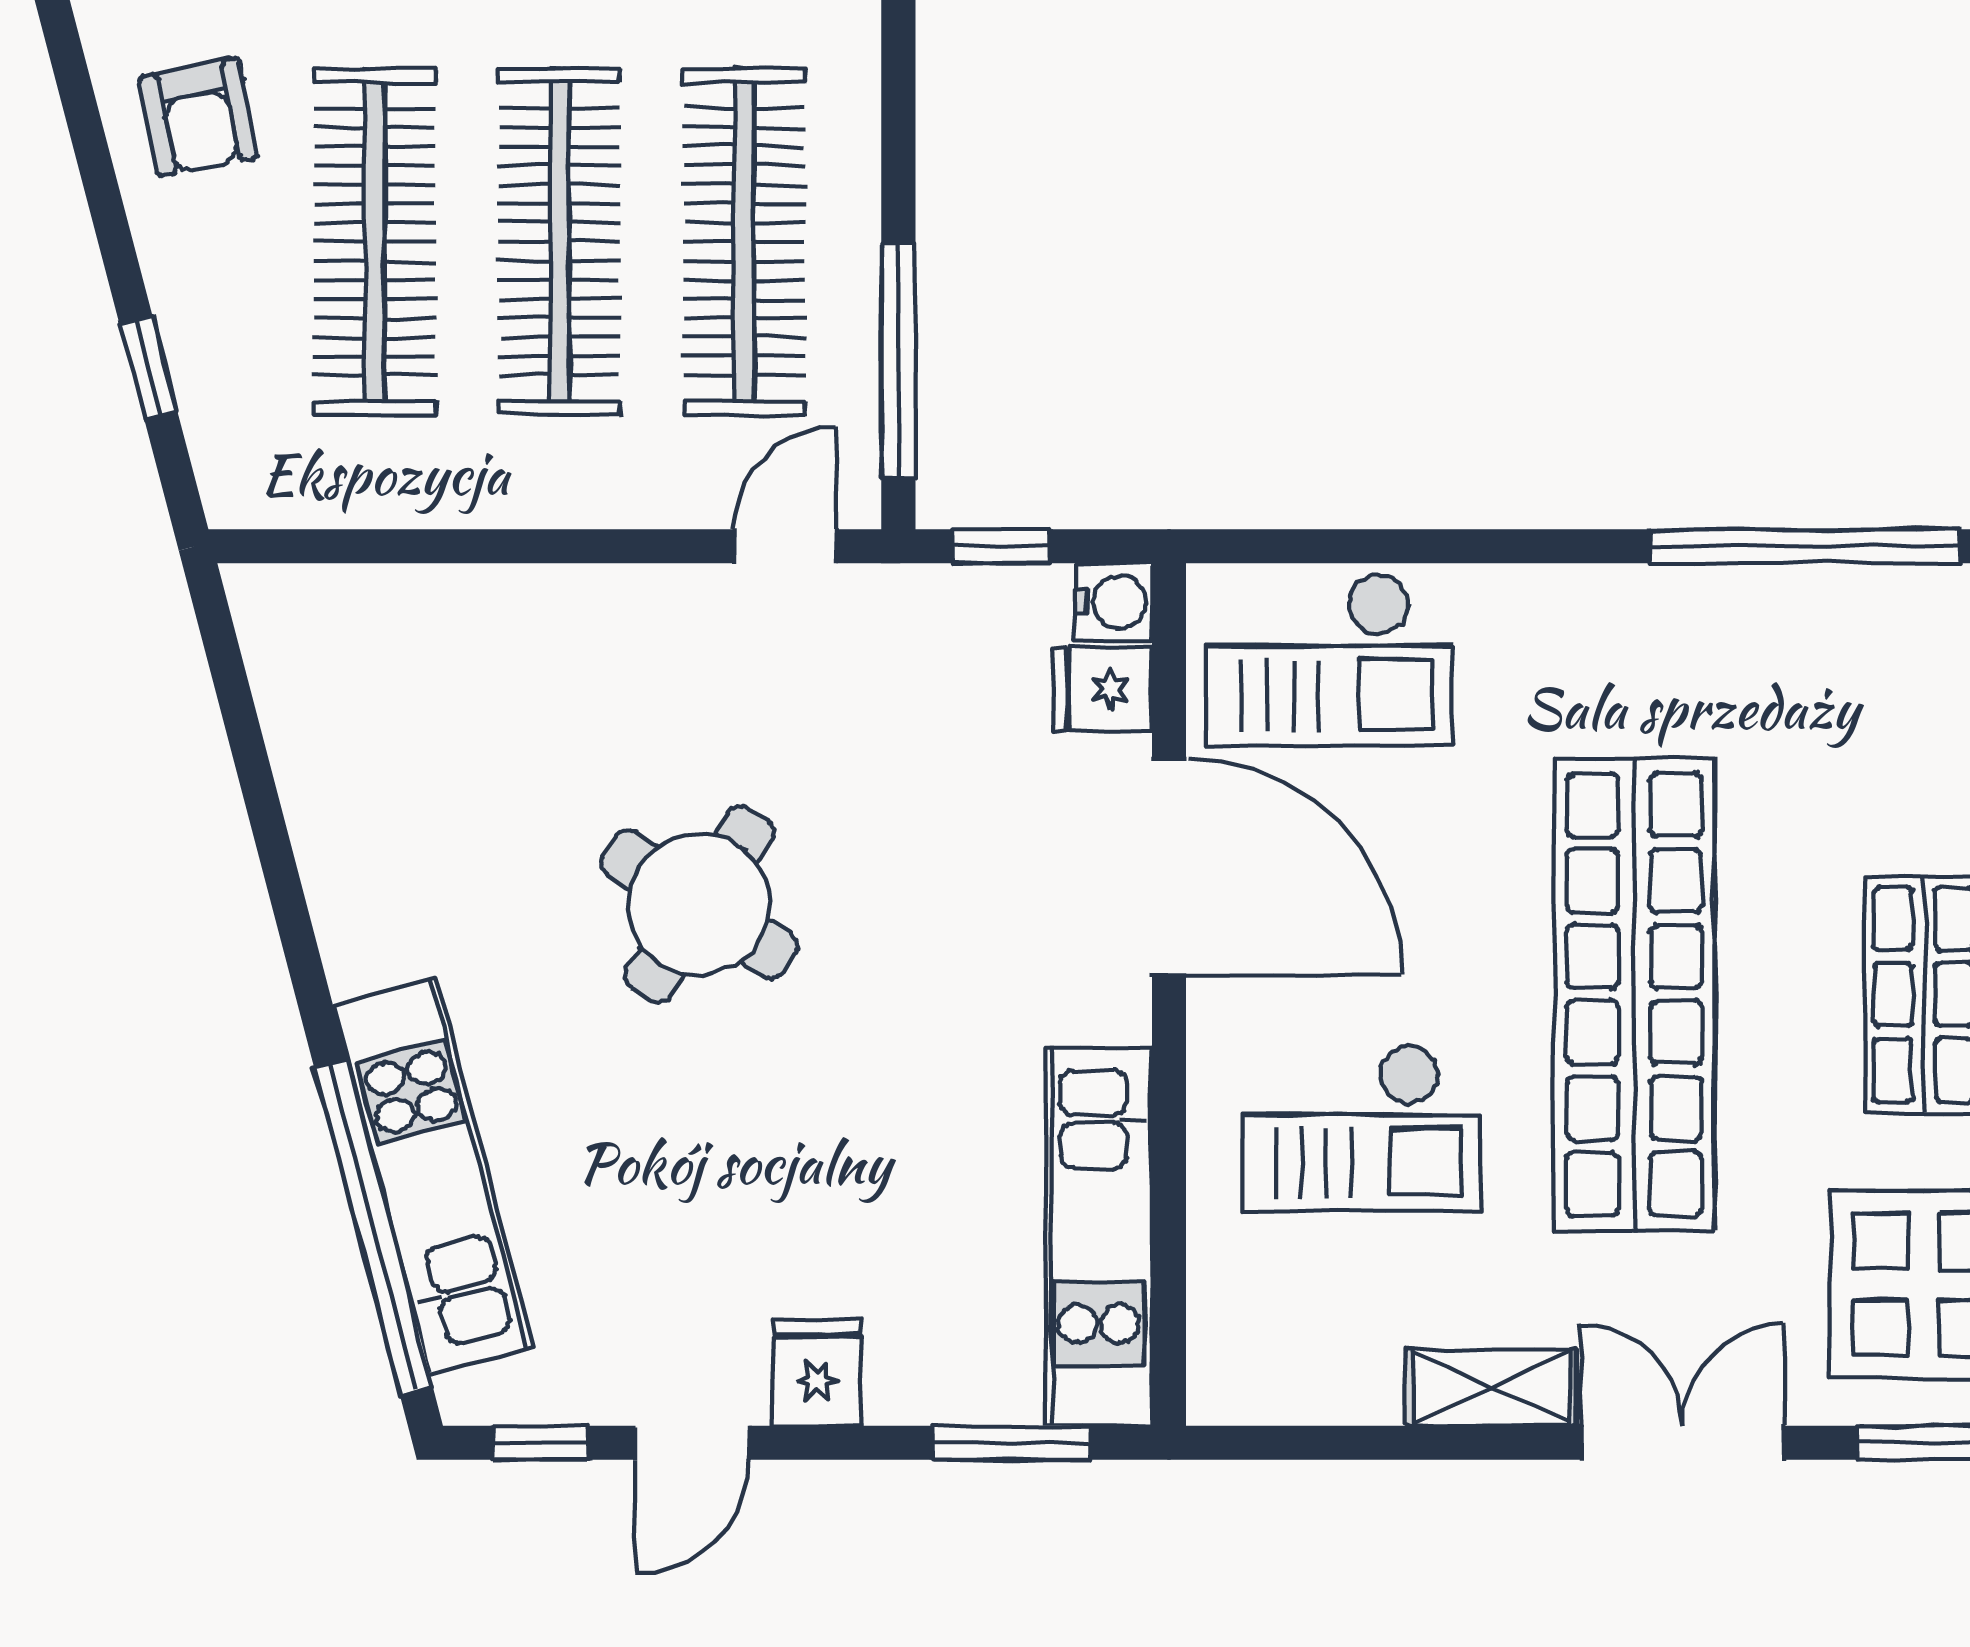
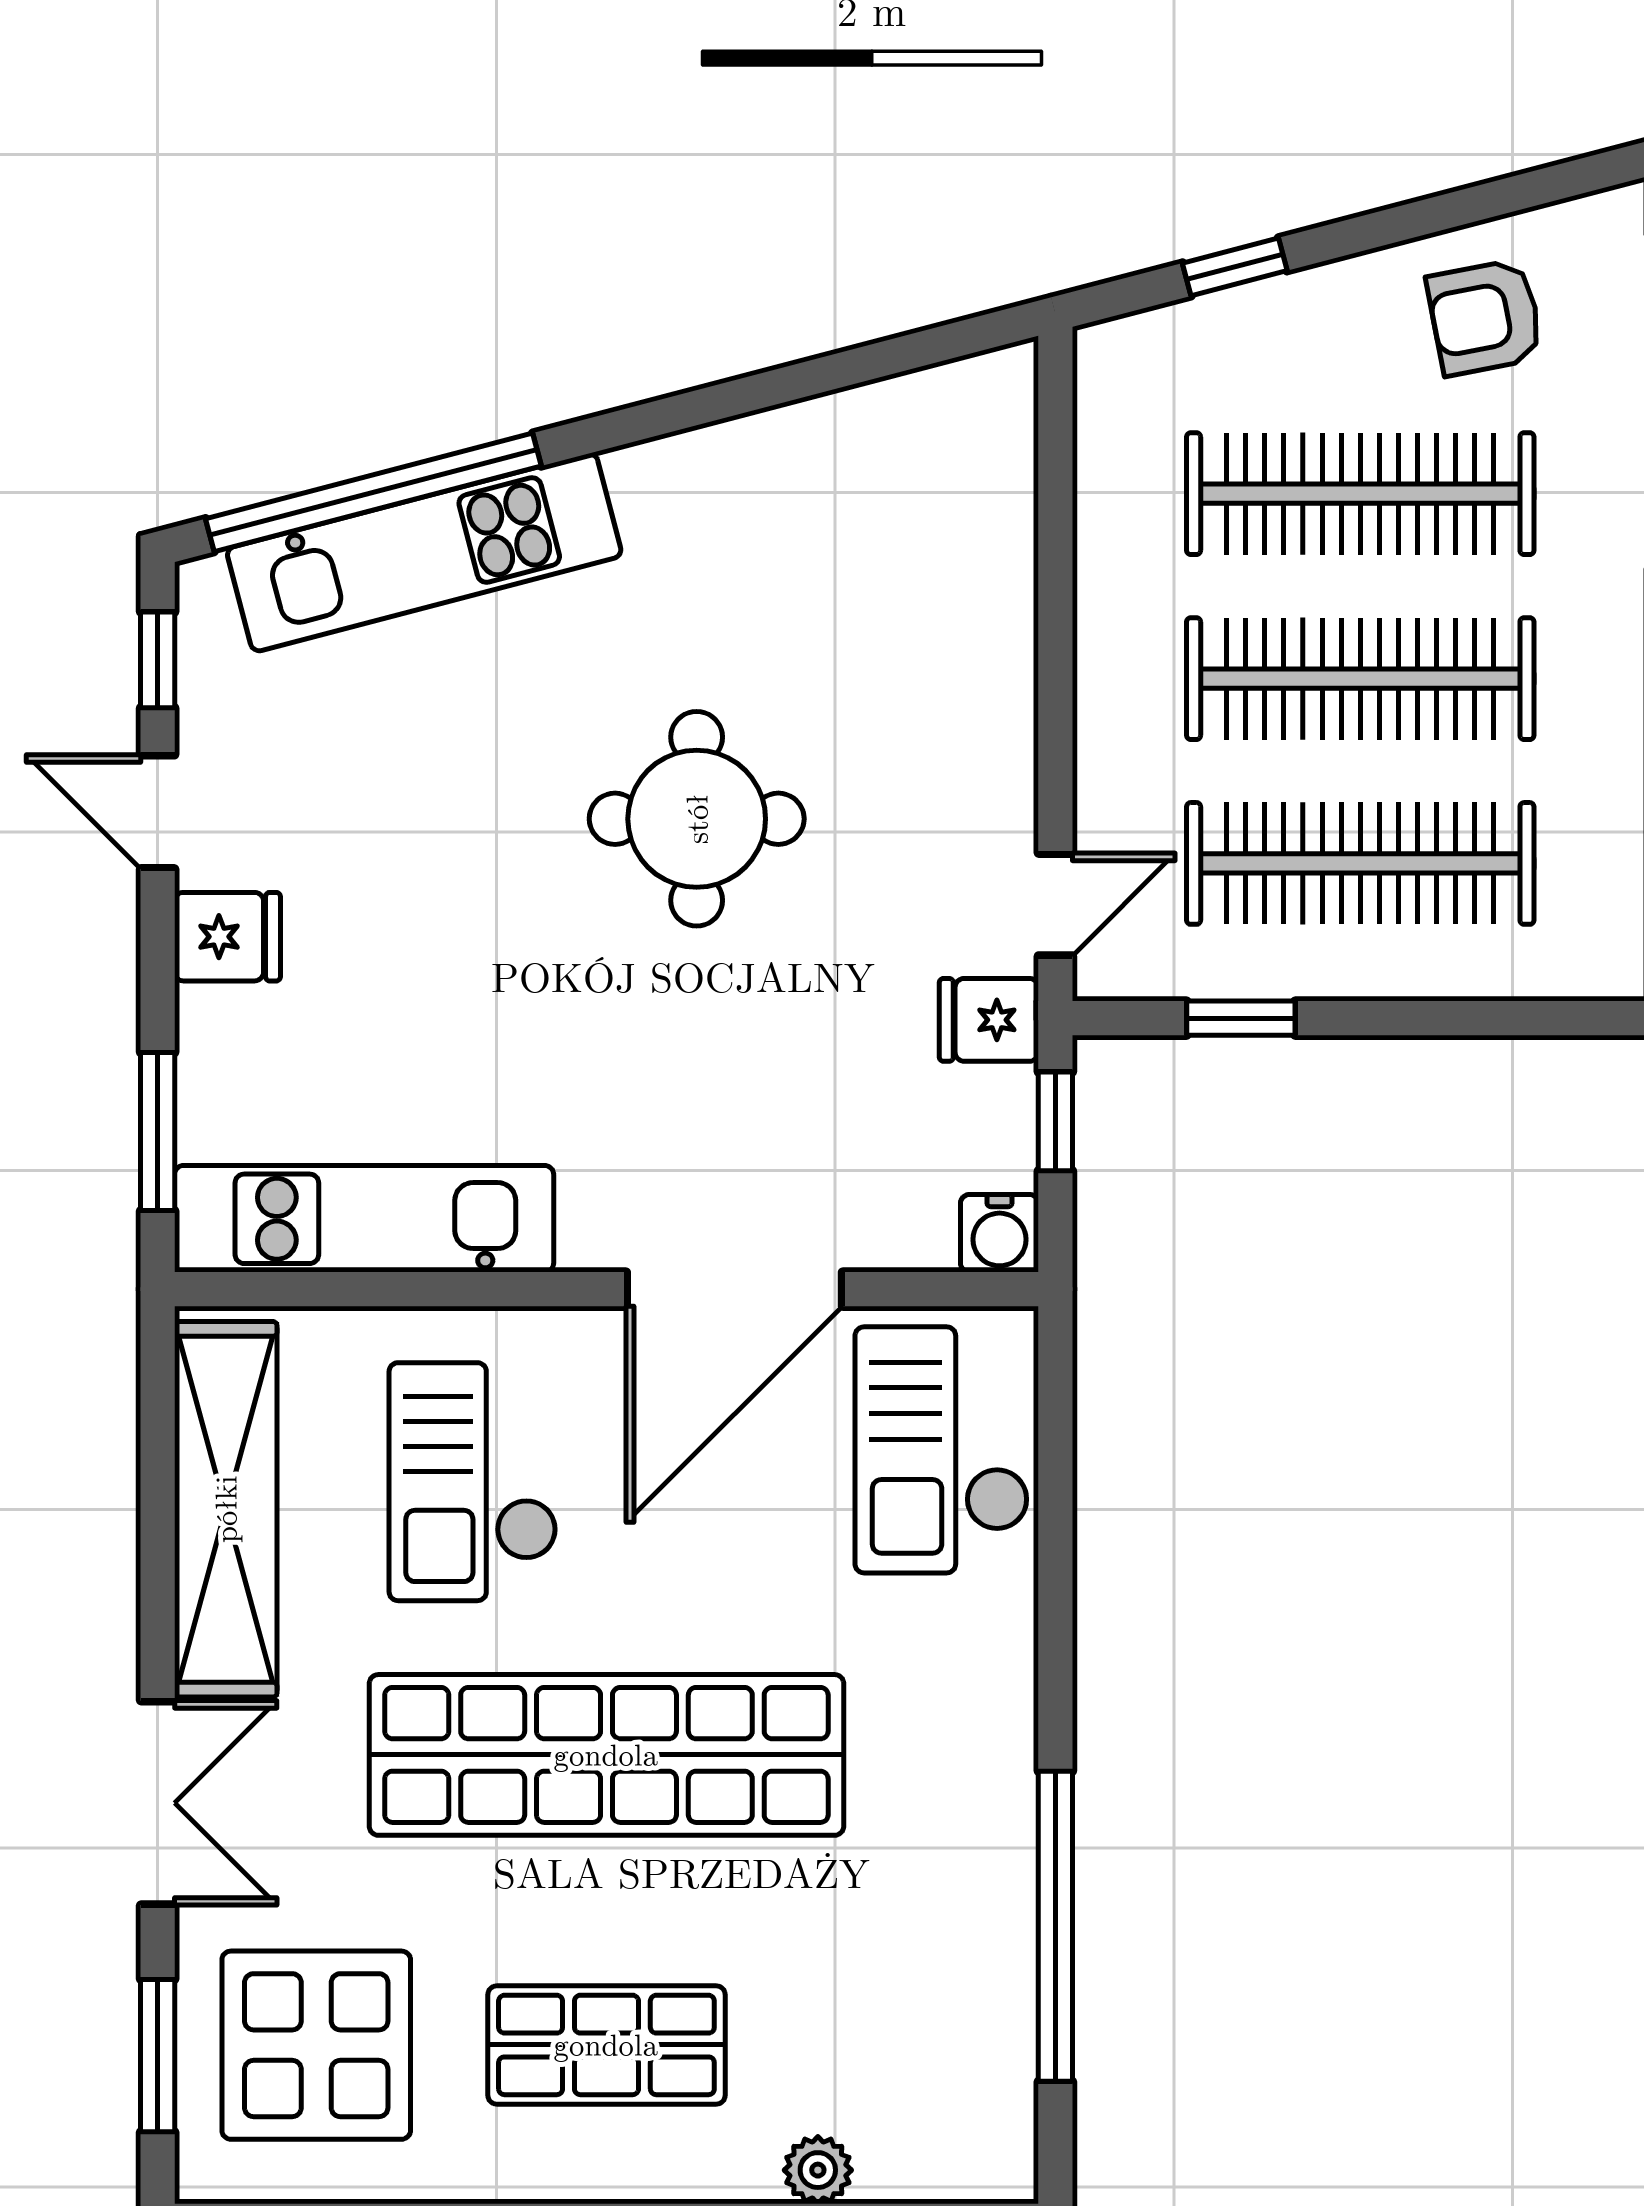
window: (898, 361) -> (1241, 1018), width x0.46
door: (785, 546) -> (1055, 905), hinge flipped
fridge: (1103, 689) -> (989, 1020), moved, turned -90
round table: (699, 904) -> (697, 819), turned -33
shelving: (1491, 1387) -> (226, 1509), width x2.20, depth x1.33

